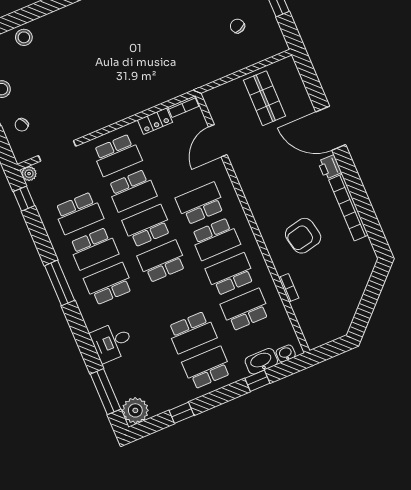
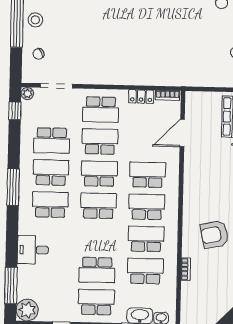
school desk: (132, 190) -> (100, 142), turned 180
school desk: (215, 239) -> (147, 207), turned 180
school desk: (94, 248) -> (51, 173), turned 180

